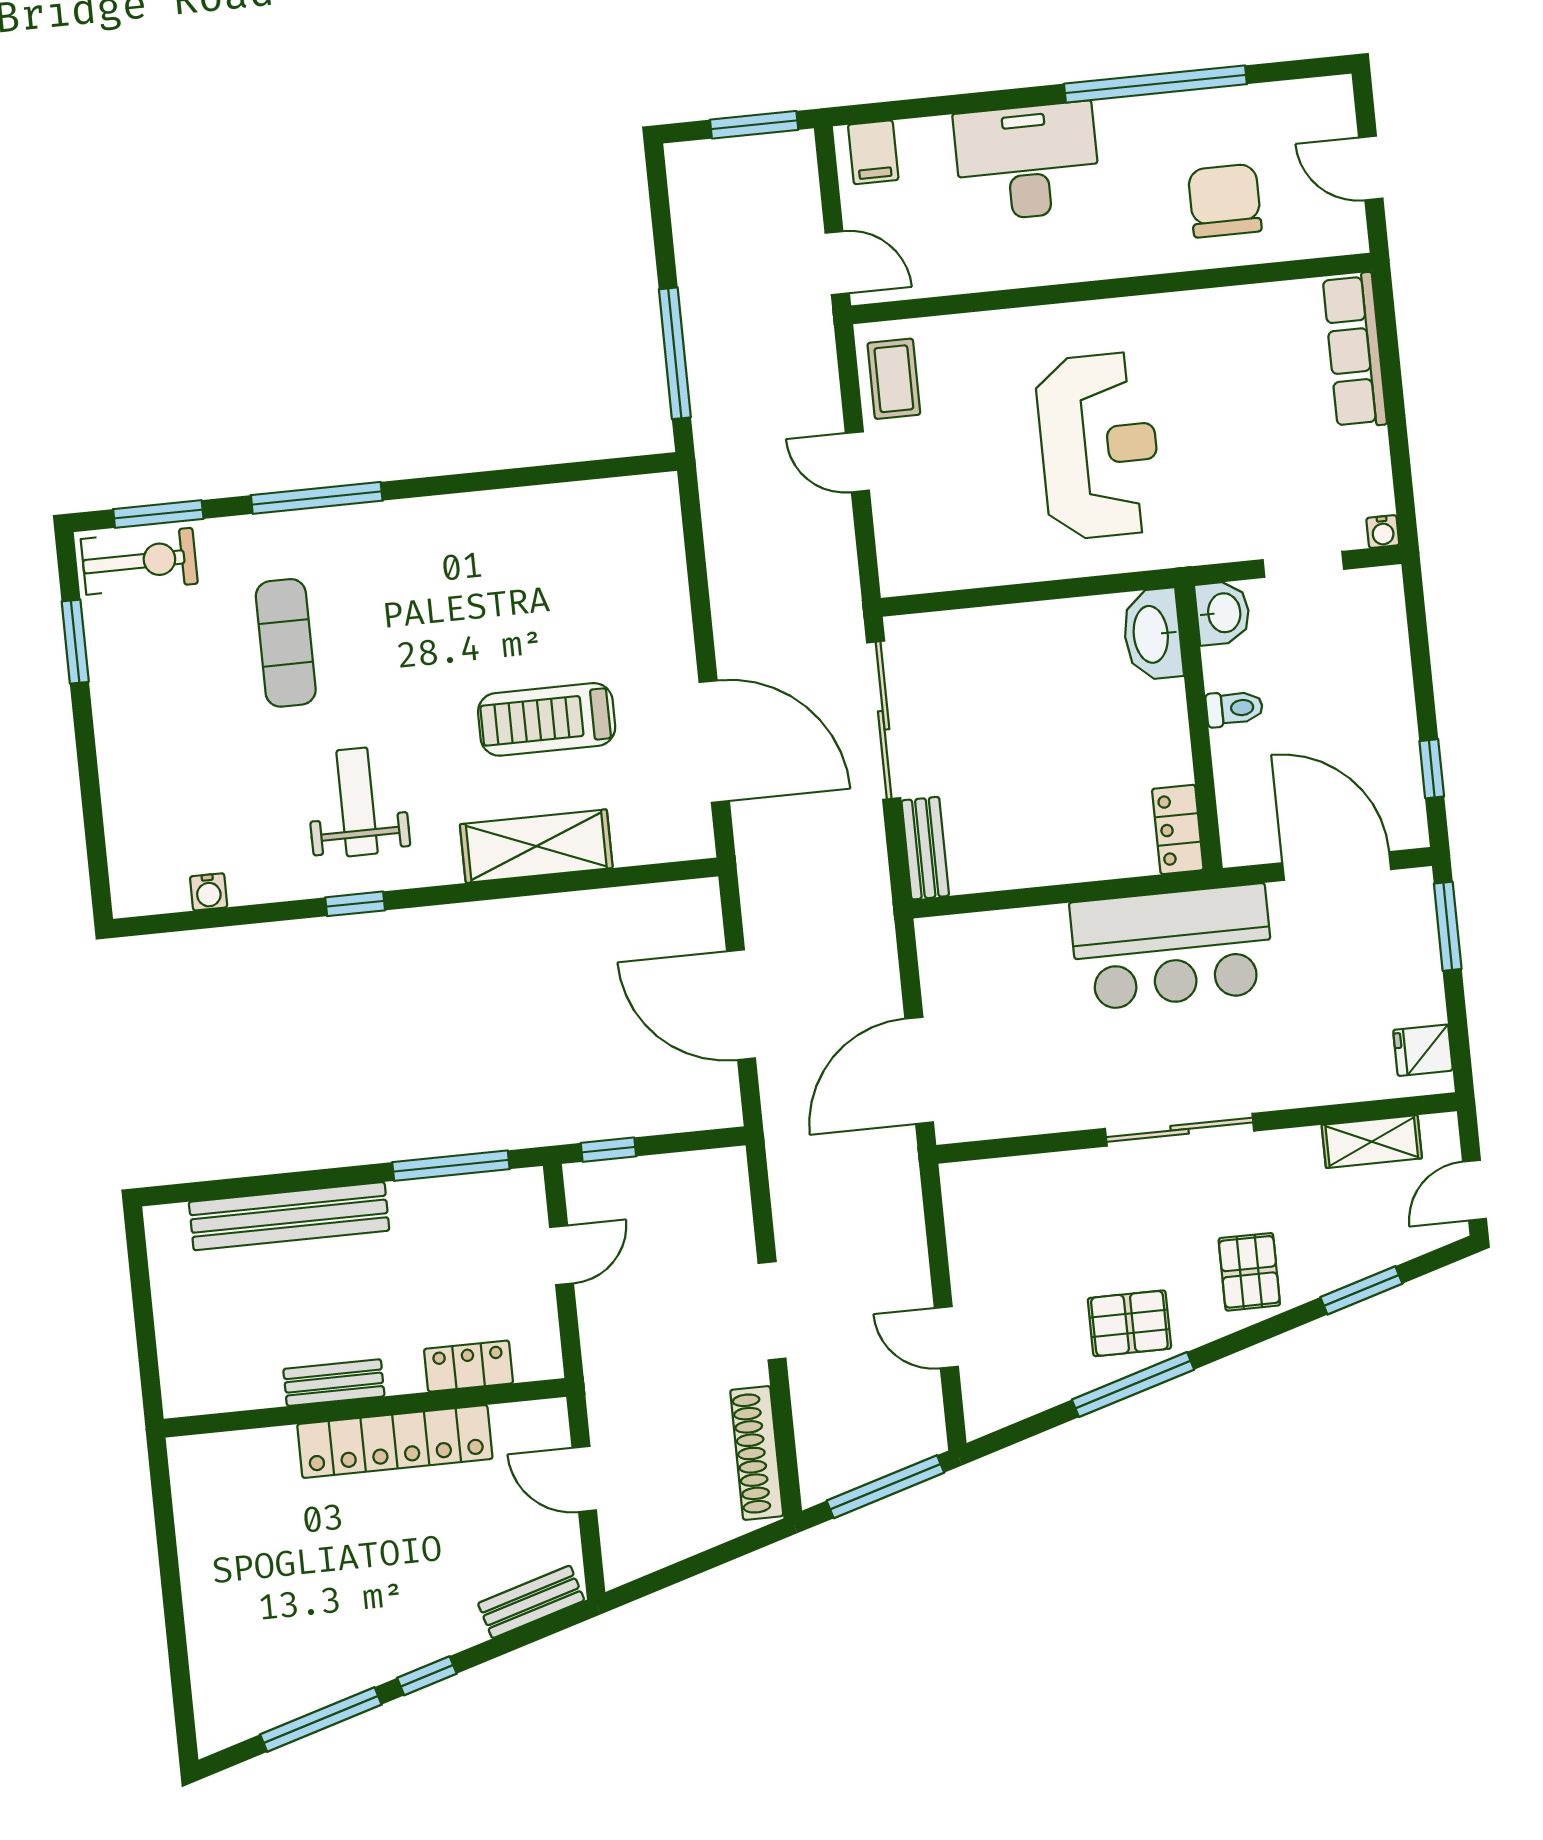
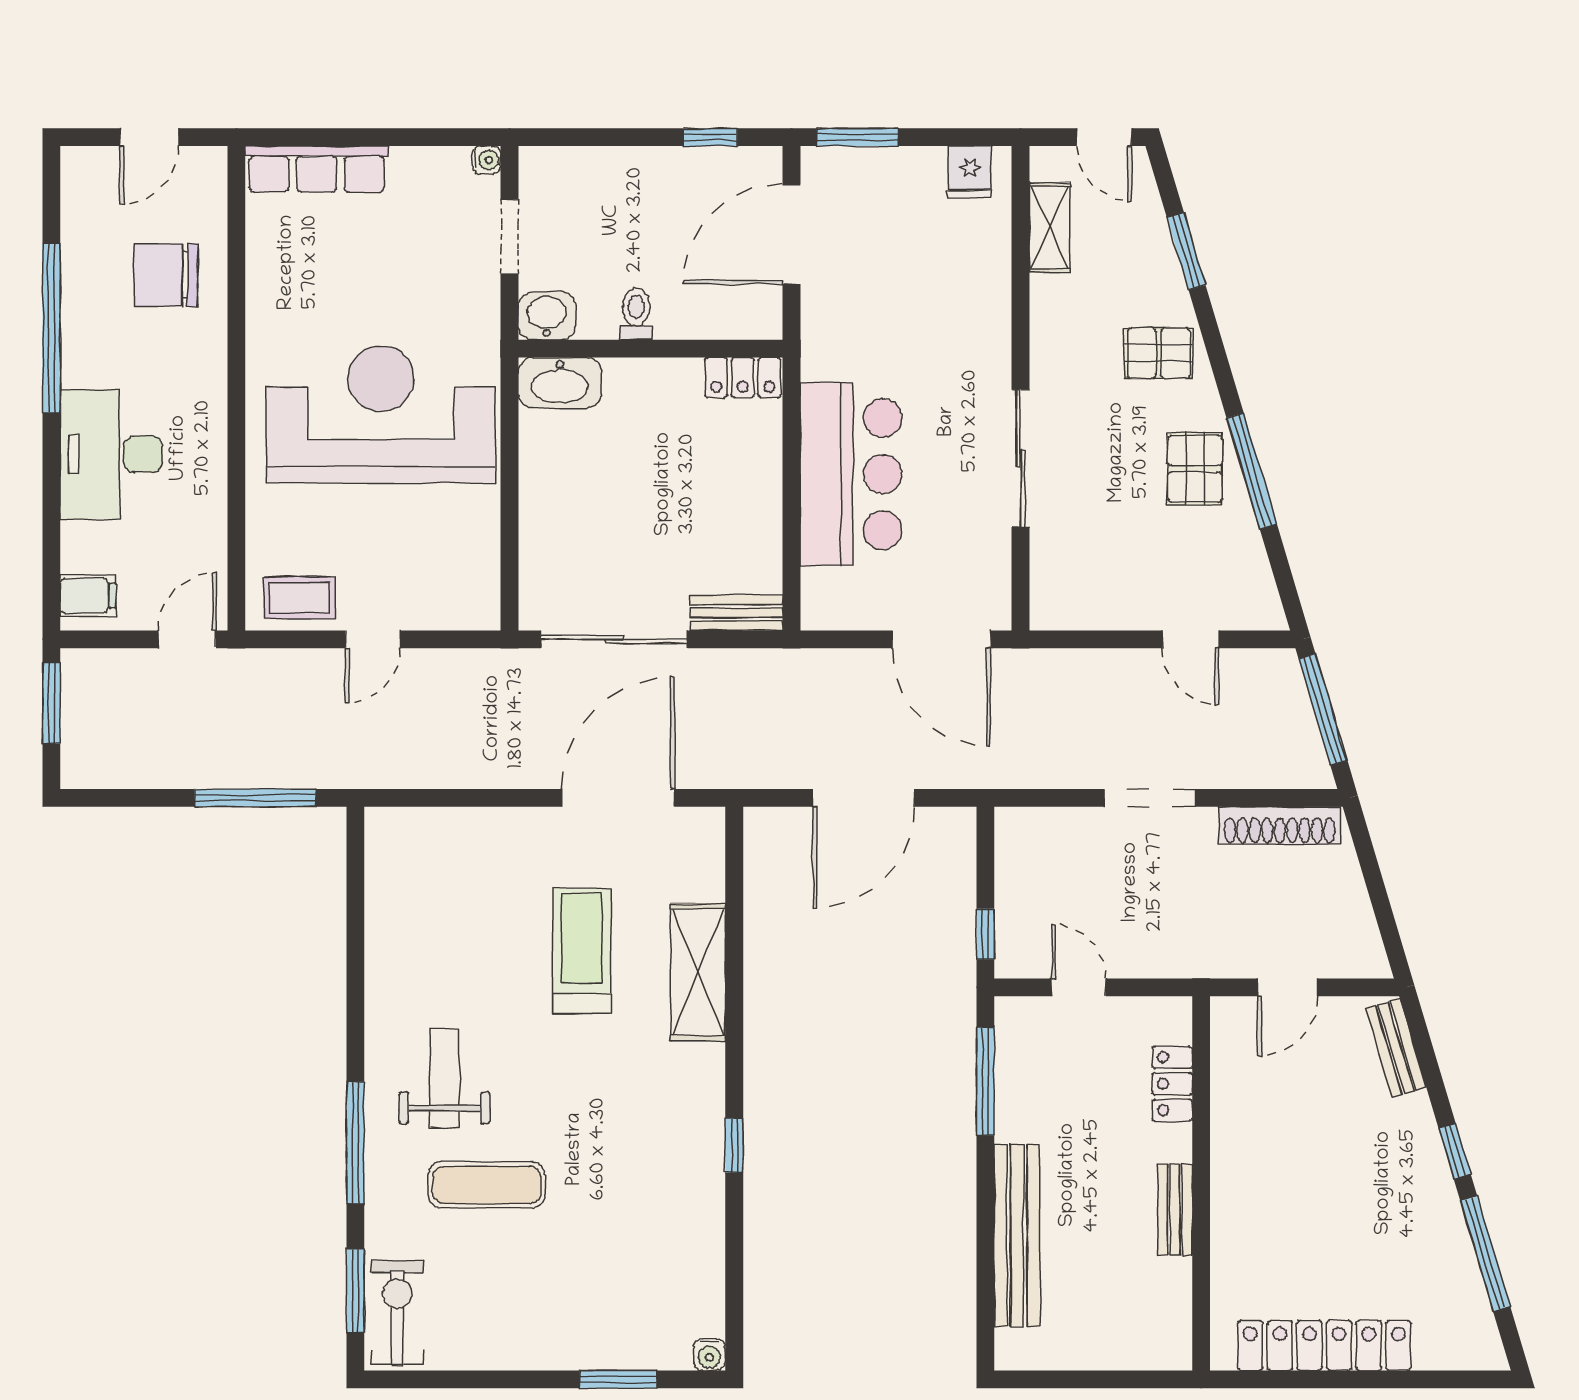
reception desk: (1099, 446) -> (381, 414), width x1.36, depth x1.30
window: (75, 642) -> (618, 1379), moved
treadmill: (547, 719) -> (582, 951), turned 180
weight bench: (357, 802) -> (444, 1078), moved, turned 90
water cooler: (209, 892) -> (709, 1355), moved, turned 90
bar counter: (1172, 947) -> (851, 474), moved
sliding door: (1180, 1130) -> (1021, 458), moved
door: (946, 1337) -> (1191, 639), hinge flipped
locker: (395, 1442) -> (1324, 1345), moved, turned -90

